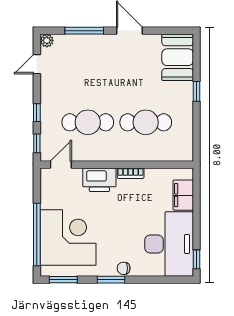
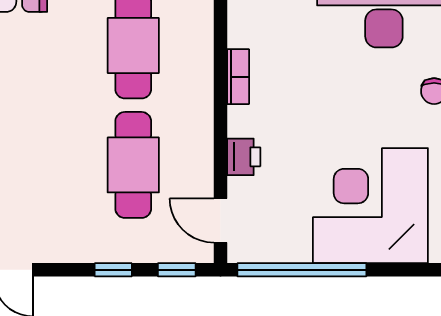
printer: (99, 180) -> (244, 157), width x0.53, depth x0.68
window: (37, 234) -> (302, 270), moved

